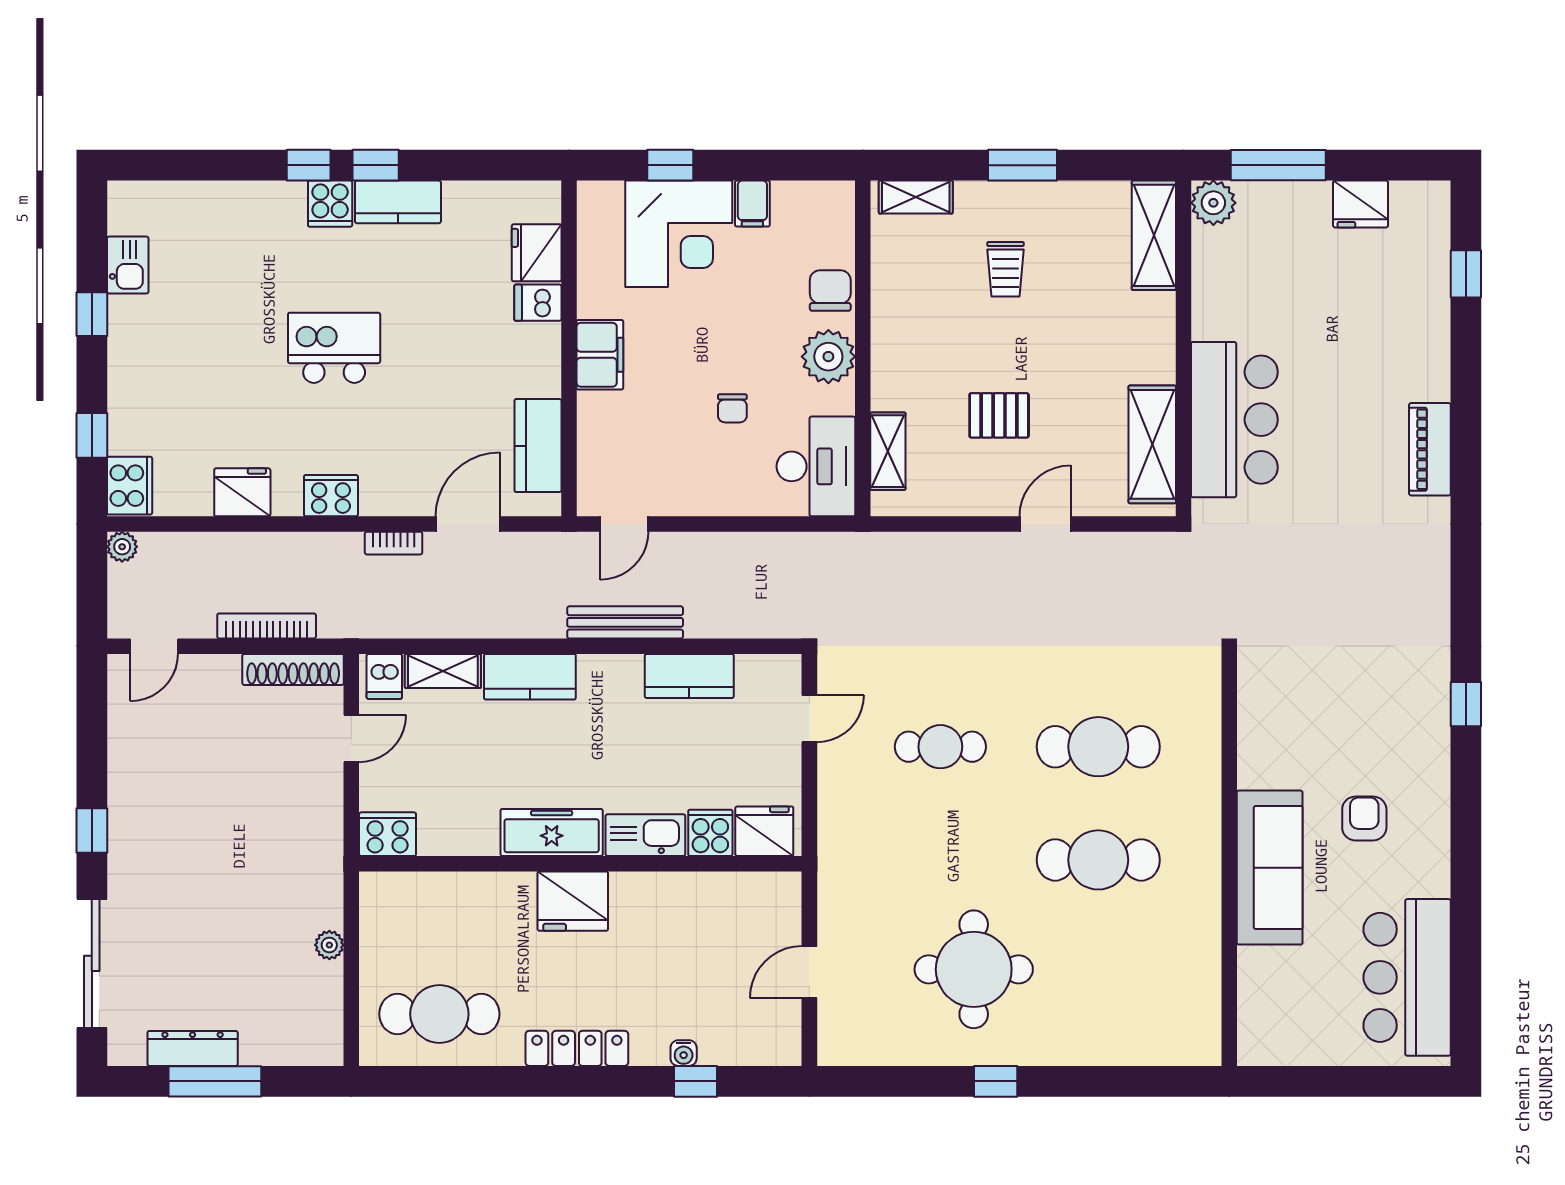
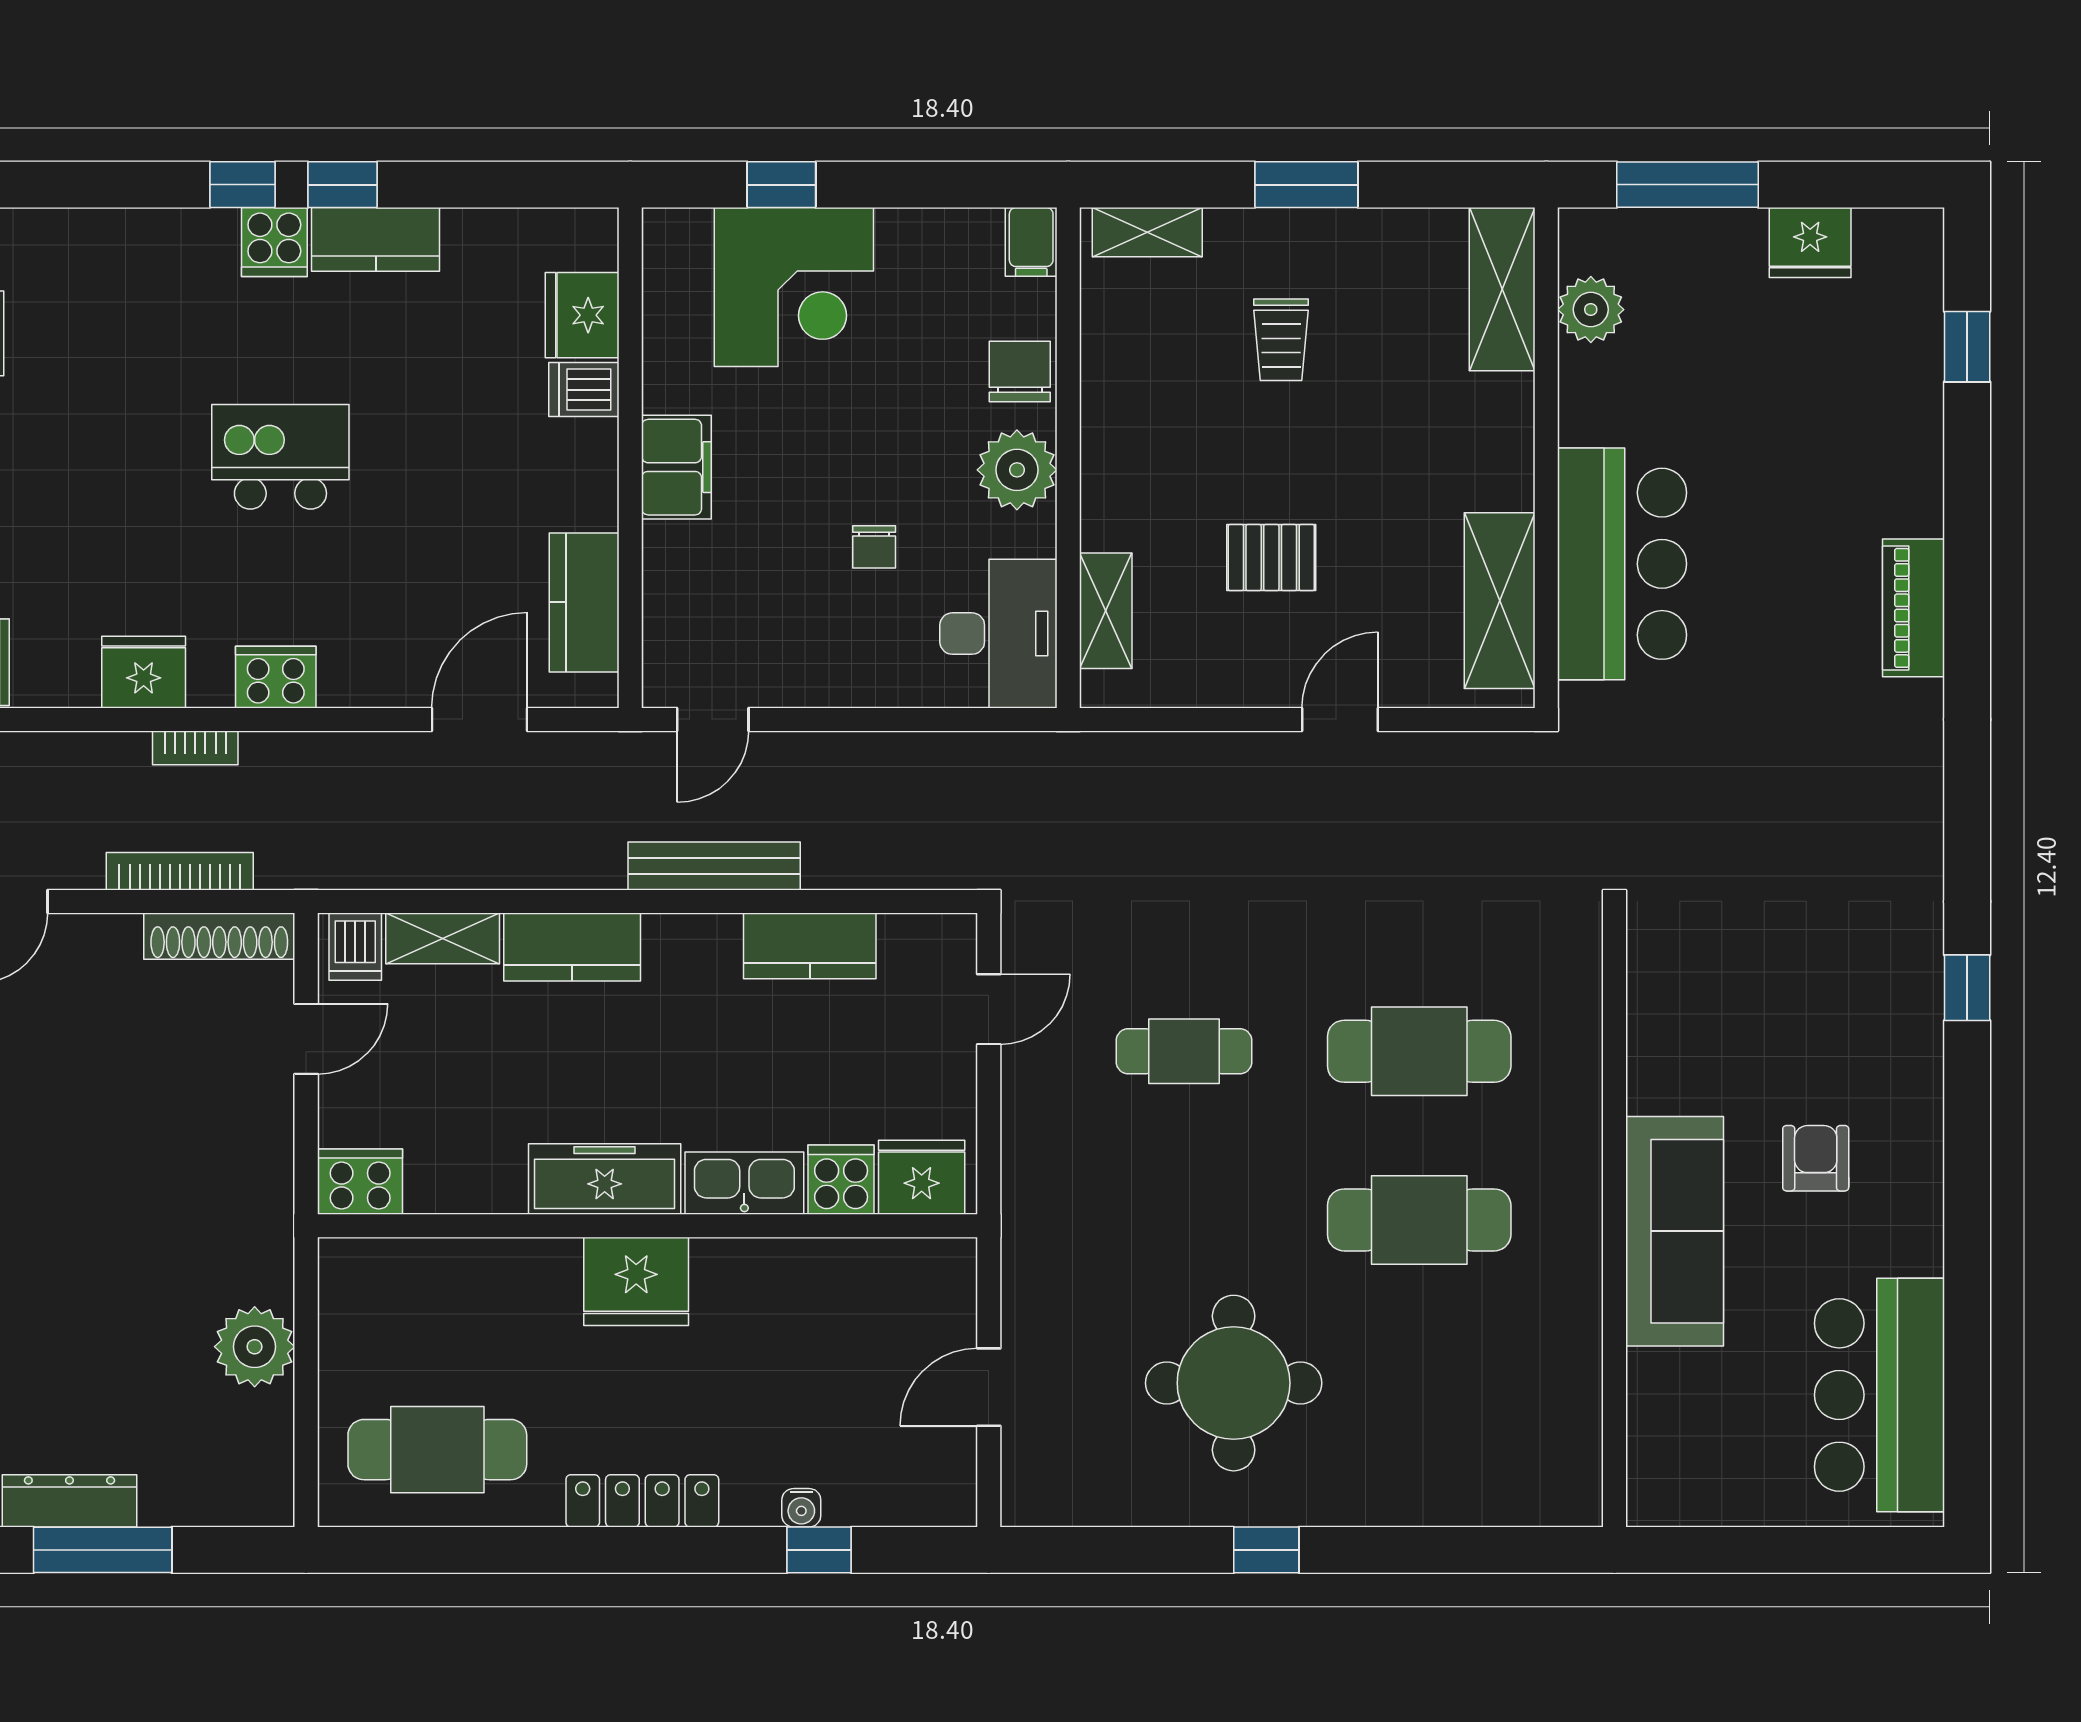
plant: (1213, 203) -> (1591, 310), moved
filing cabinet: (752, 204) -> (1031, 242), moved
bookcase: (394, 543) -> (195, 748), moved
plant: (329, 945) -> (255, 1347), width x1.87, depth x1.87

